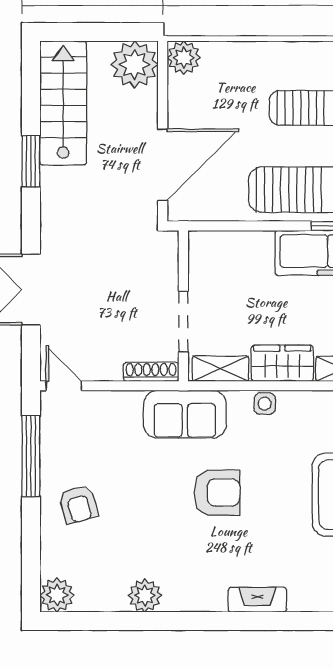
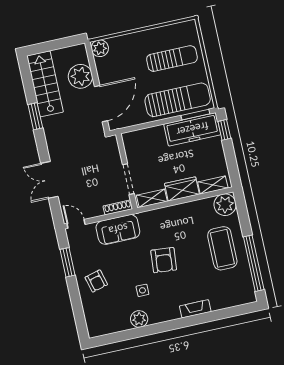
plant: (135, 65) -> (80, 76), moved
side table: (265, 404) -> (142, 290), moved
sofa: (185, 414) -> (118, 229), moved
window: (31, 456) -> (67, 262), width x0.69
armchair: (217, 493) -> (164, 260), turned 95
plant: (57, 595) -> (96, 328), removed

